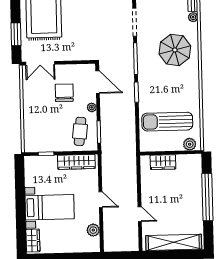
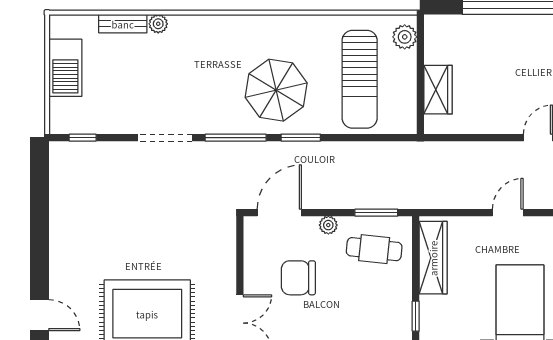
parasol: (175, 50) -> (276, 90), moved

